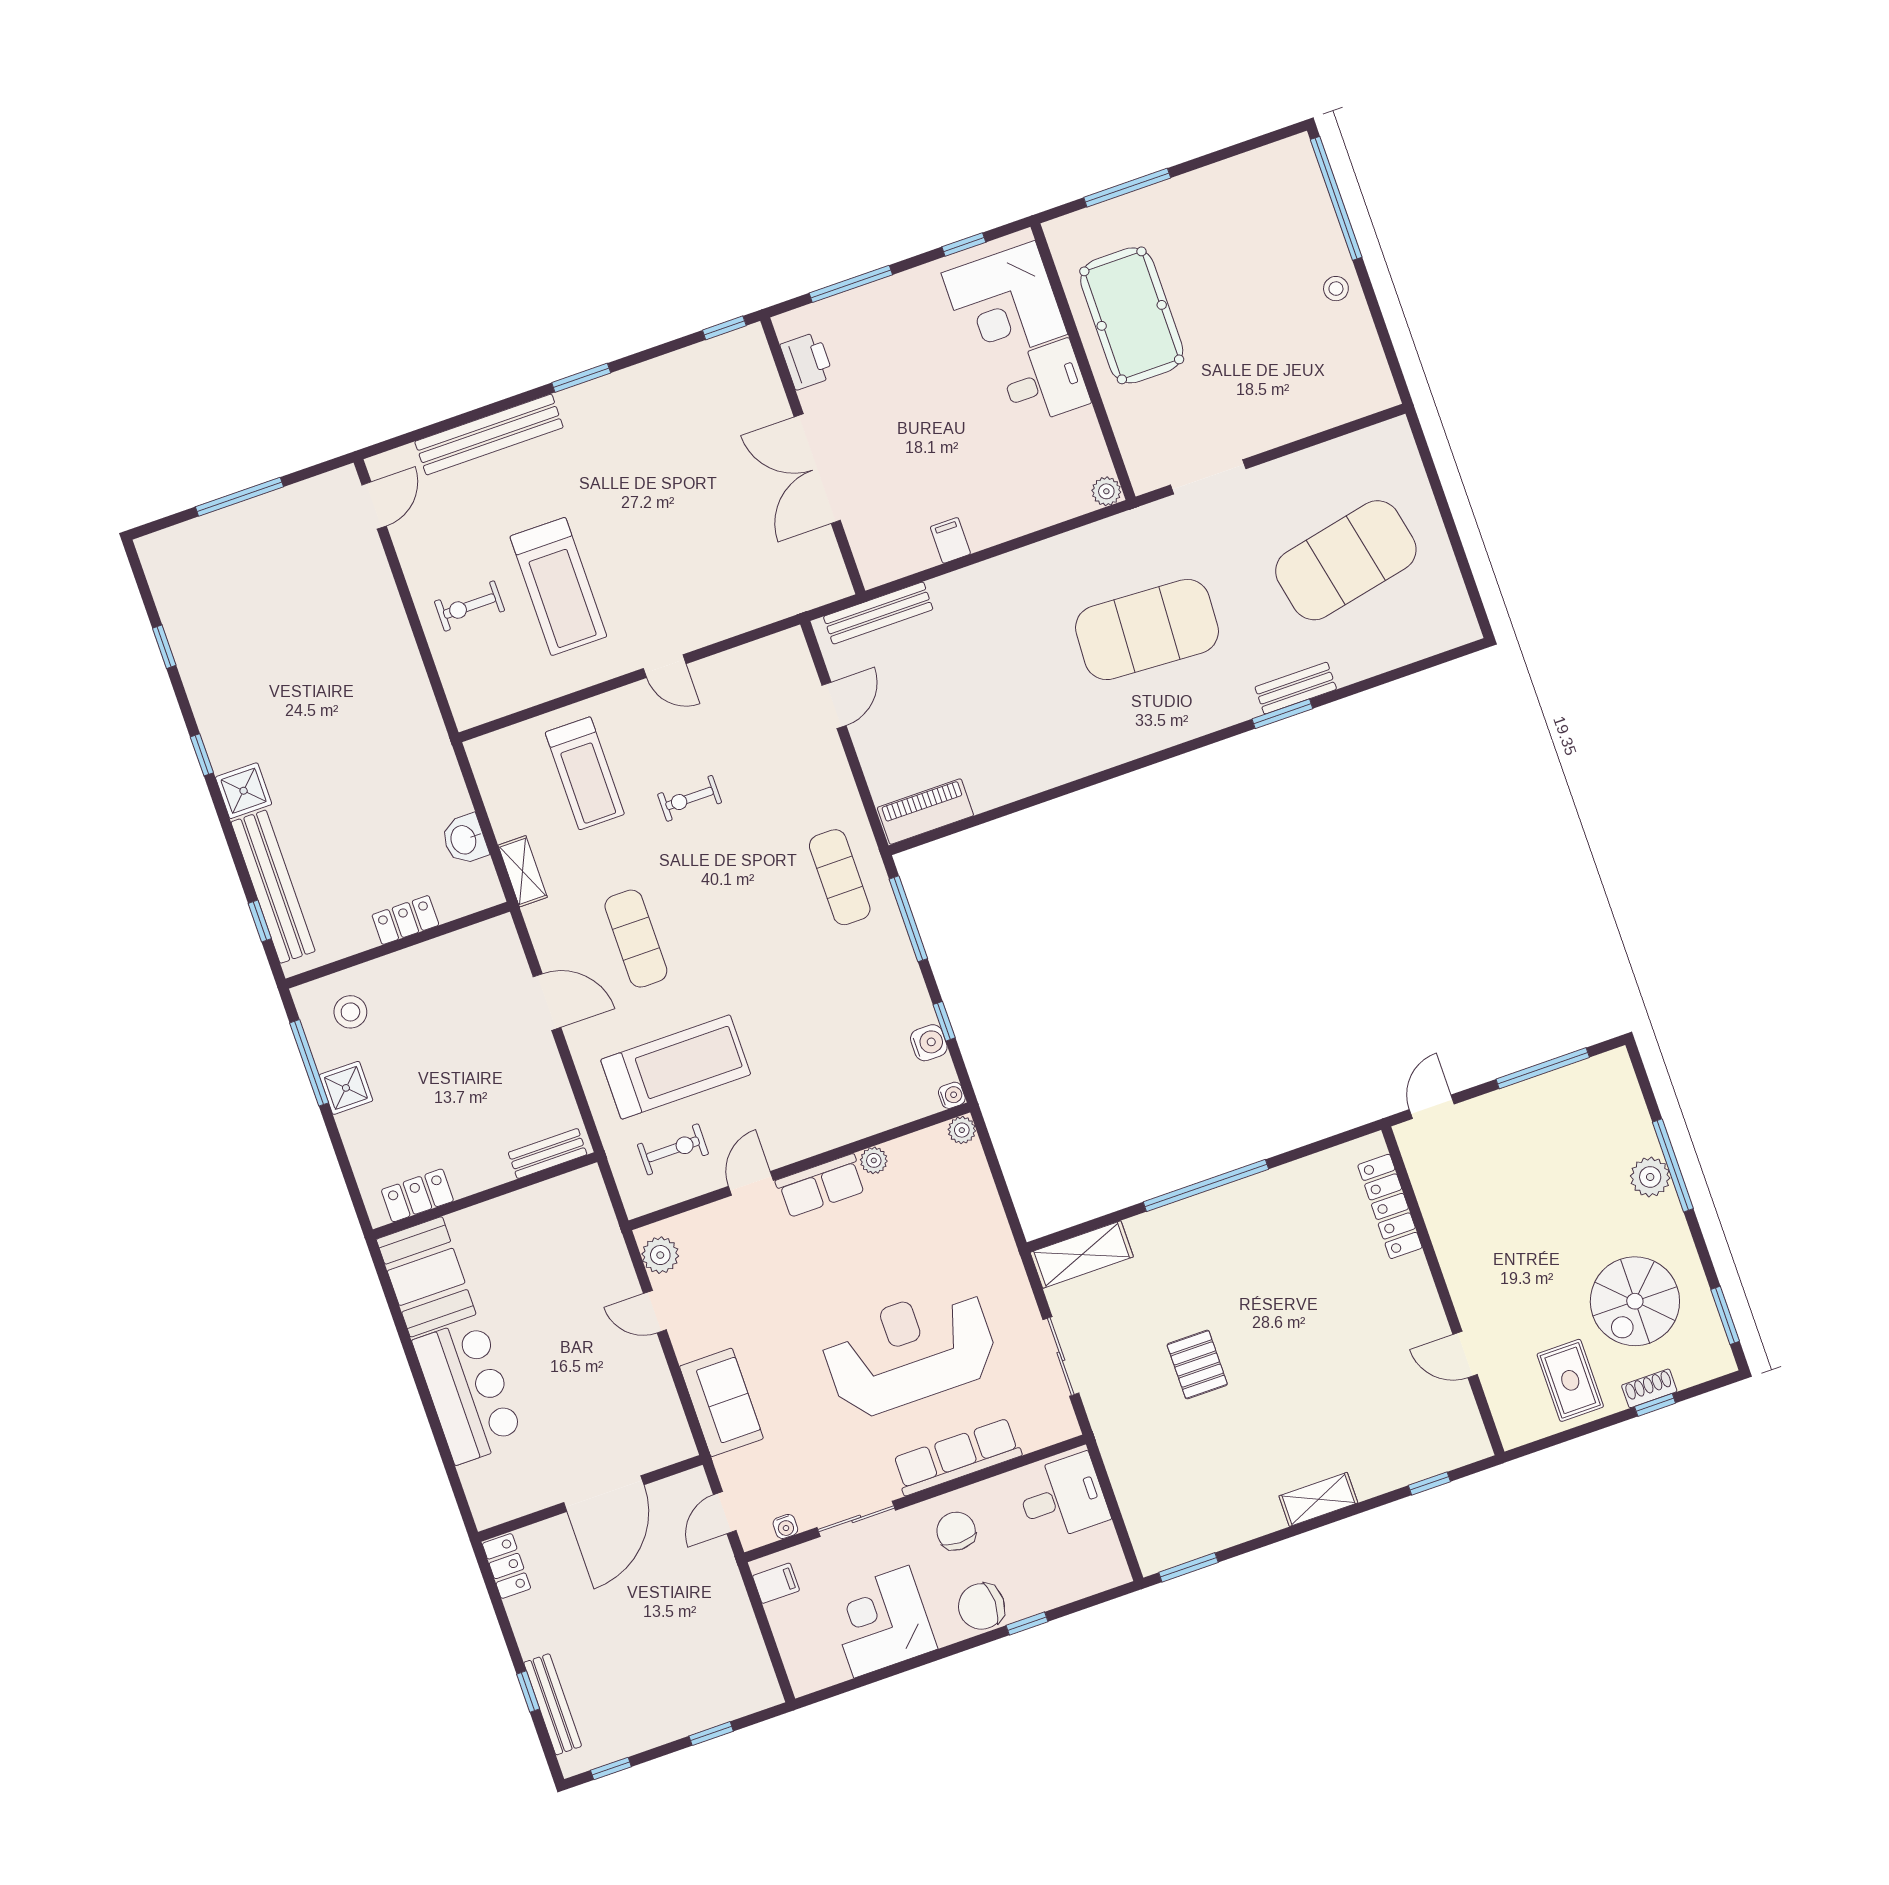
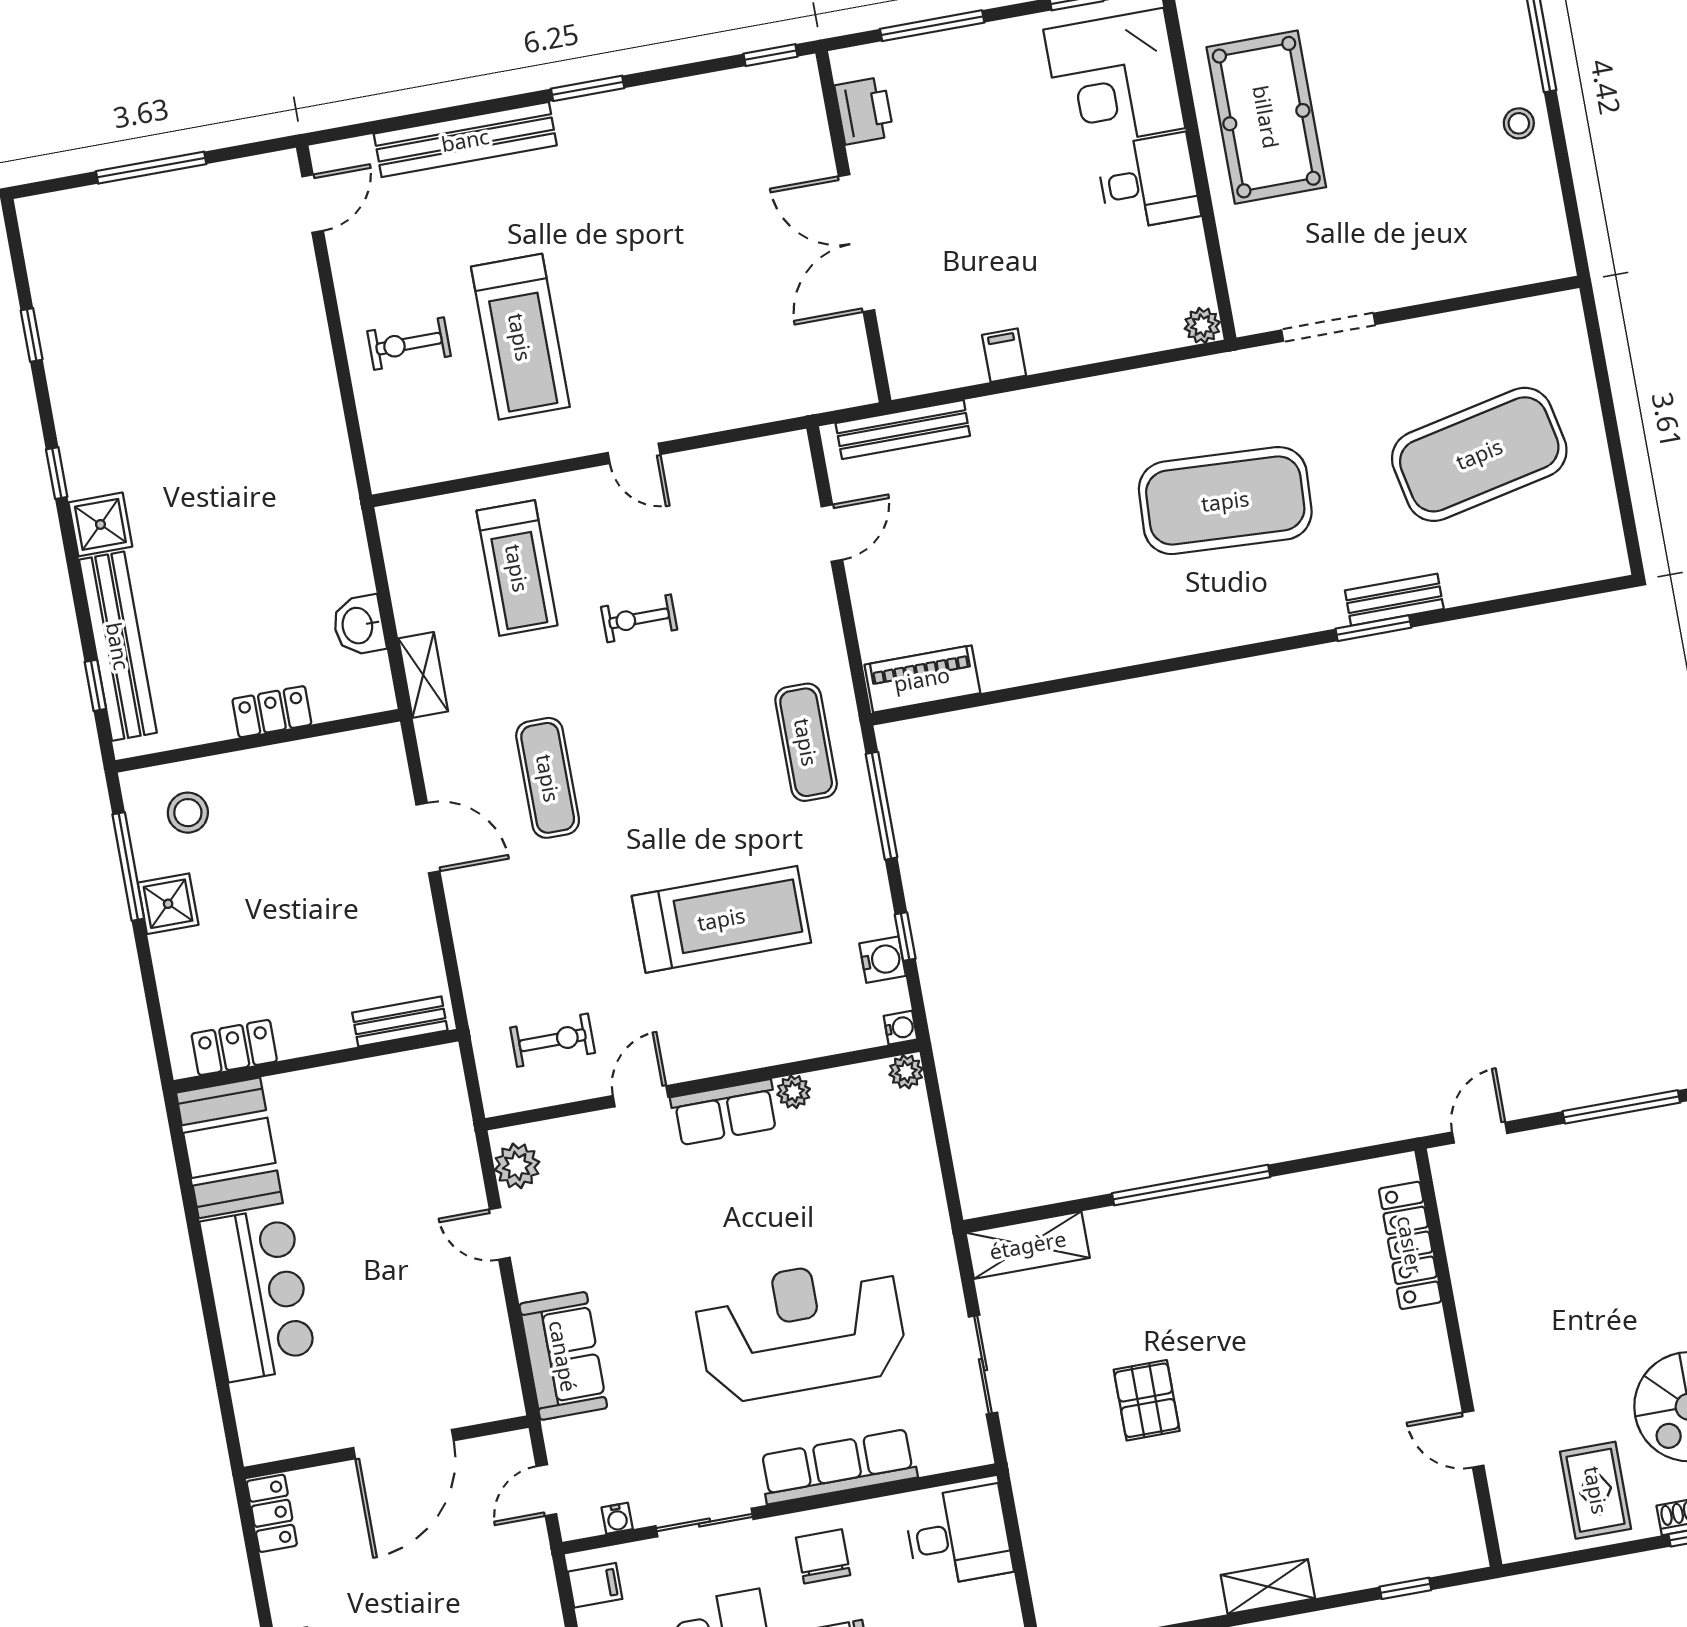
treadmill: (676, 1067) -> (721, 919), moved

